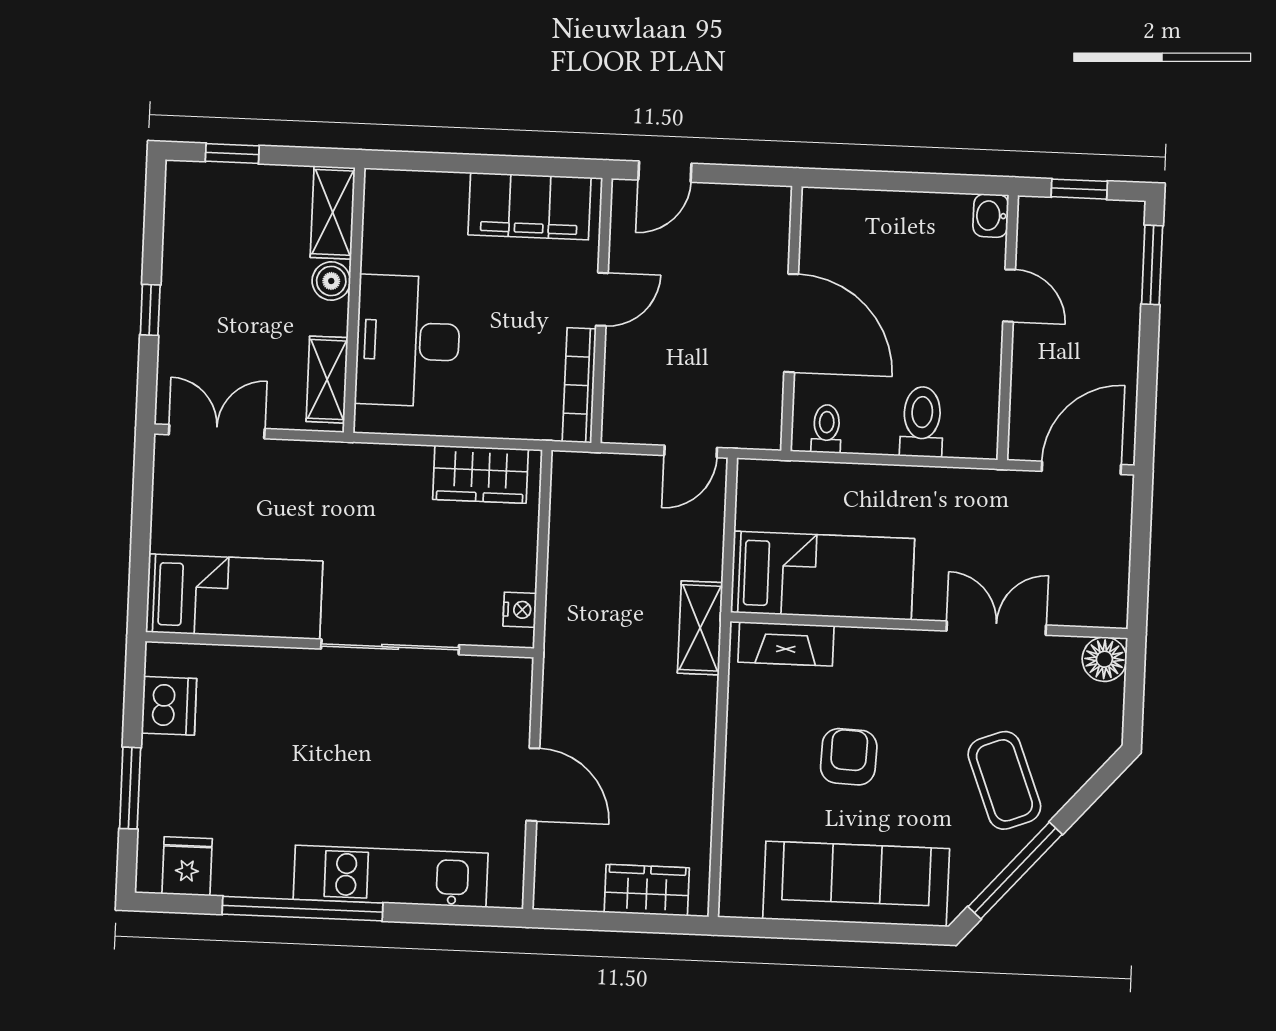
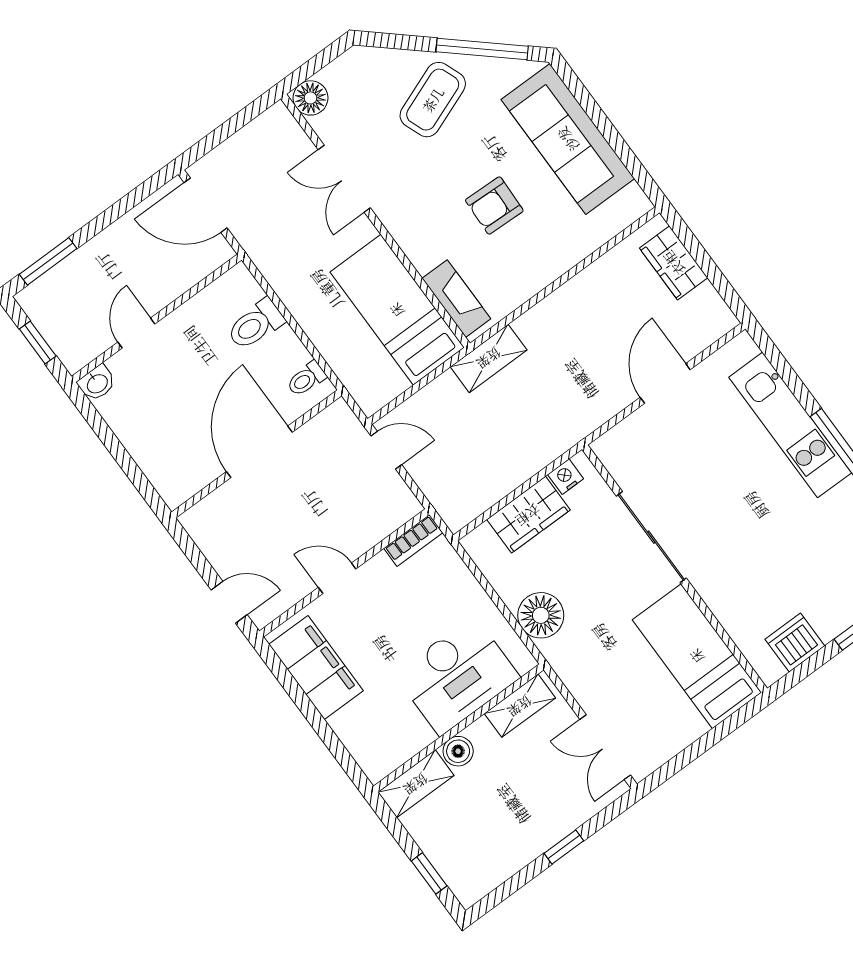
bookcase: (579, 385) -> (413, 541), width x0.64
floor lamp: (401, 473) -> (541, 615), added
wardrobe: (480, 474) -> (528, 515), moved, turned 90

